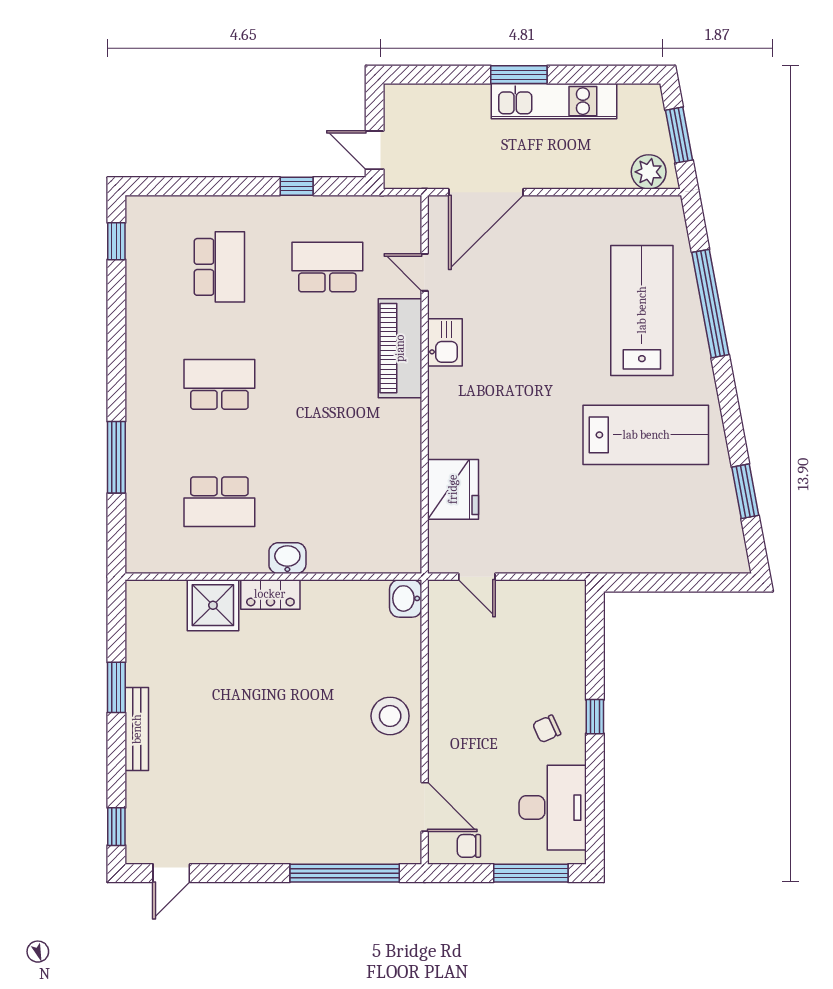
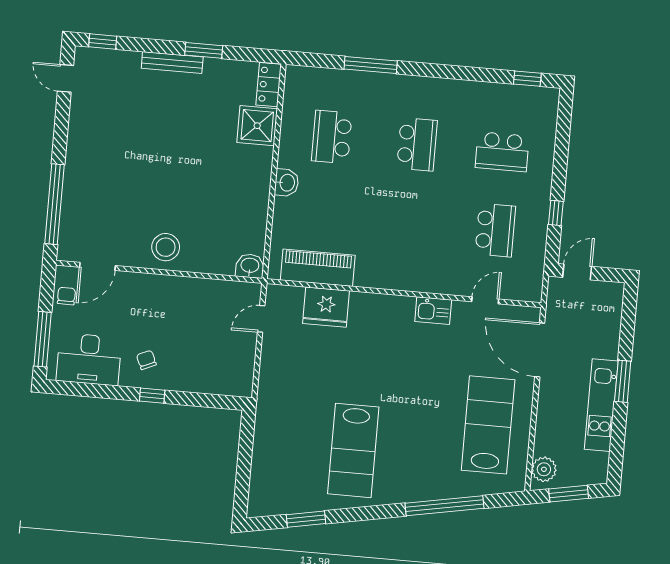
lab bench: (642, 310) -> (488, 425), moved, turned -90
piano: (400, 348) -> (318, 268), moved
locker: (270, 594) -> (269, 85), moved

